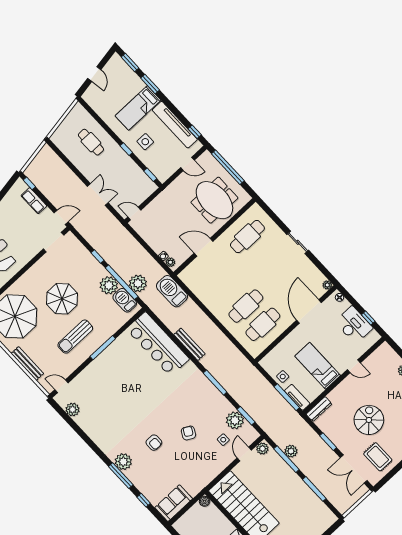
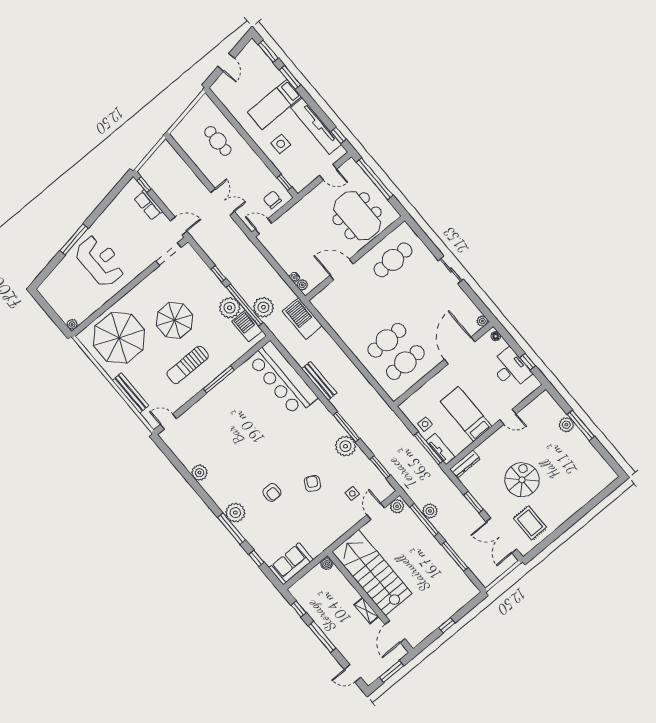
window: (126, 149) -> (258, 151), removed
chair: (141, 190) -> (272, 200), added
plant: (73, 410) -> (199, 473), moved
plant: (235, 420) -> (345, 446), moved

